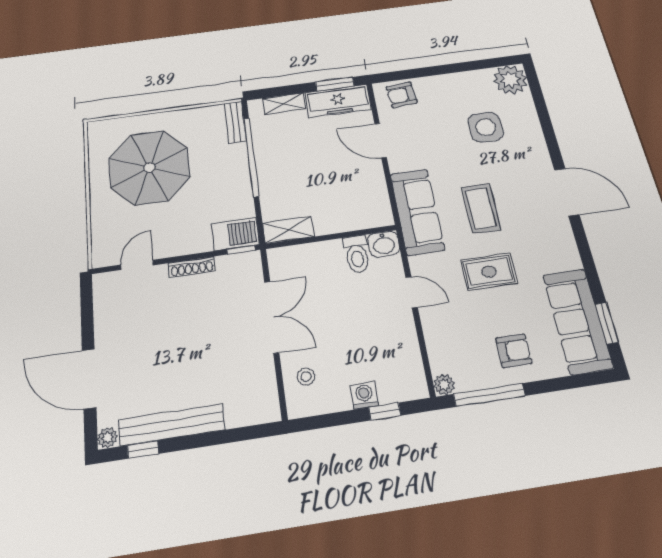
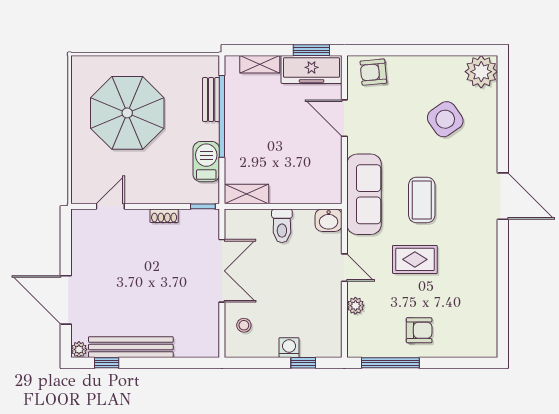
bench: (235, 122) -> (211, 100), moved
side table: (486, 127) -> (445, 119), turned -35
barbecue: (235, 234) -> (206, 162), moved, turned -90
toilet: (357, 254) -> (282, 226), moved
shoe rack: (192, 267) -> (164, 216), width x0.70
sofa: (578, 321) -> (479, 314), removed
window: (607, 323) -> (503, 319), removed
plant: (444, 385) -> (355, 306), moved

